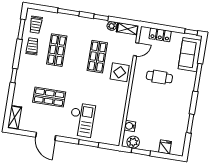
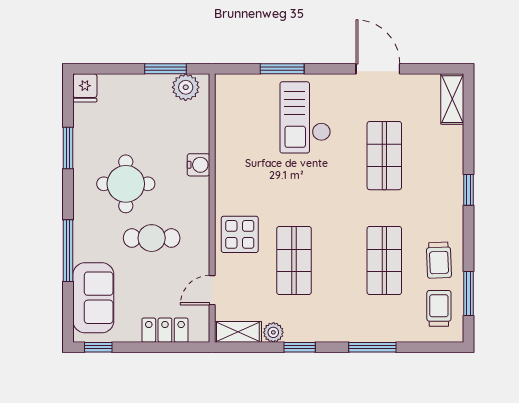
shop shelf: (49, 97) -> (384, 156), turned 90
round table: (167, 103) -> (126, 184), added
water cooler: (130, 126) -> (199, 165), moved
fridge: (165, 147) -> (85, 88), moved

